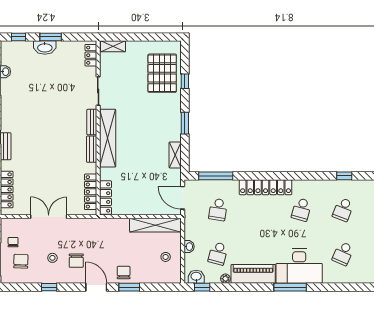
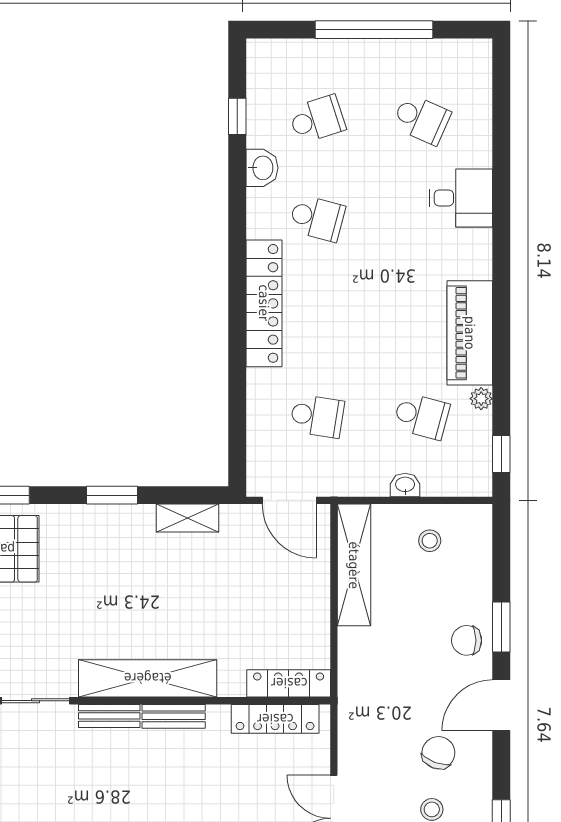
window: (216, 176) -> (237, 422), removed
door: (183, 198) -> (289, 500), hinge flipped
school desk: (343, 210) -> (317, 119), turned -39
chair: (76, 261) -> (438, 753), turned -69
desk: (299, 266) -> (461, 198), width x0.53, depth x0.77
washbasin: (196, 277) -> (262, 168), moved, turned 180
window: (290, 287) -> (501, 245), removed

